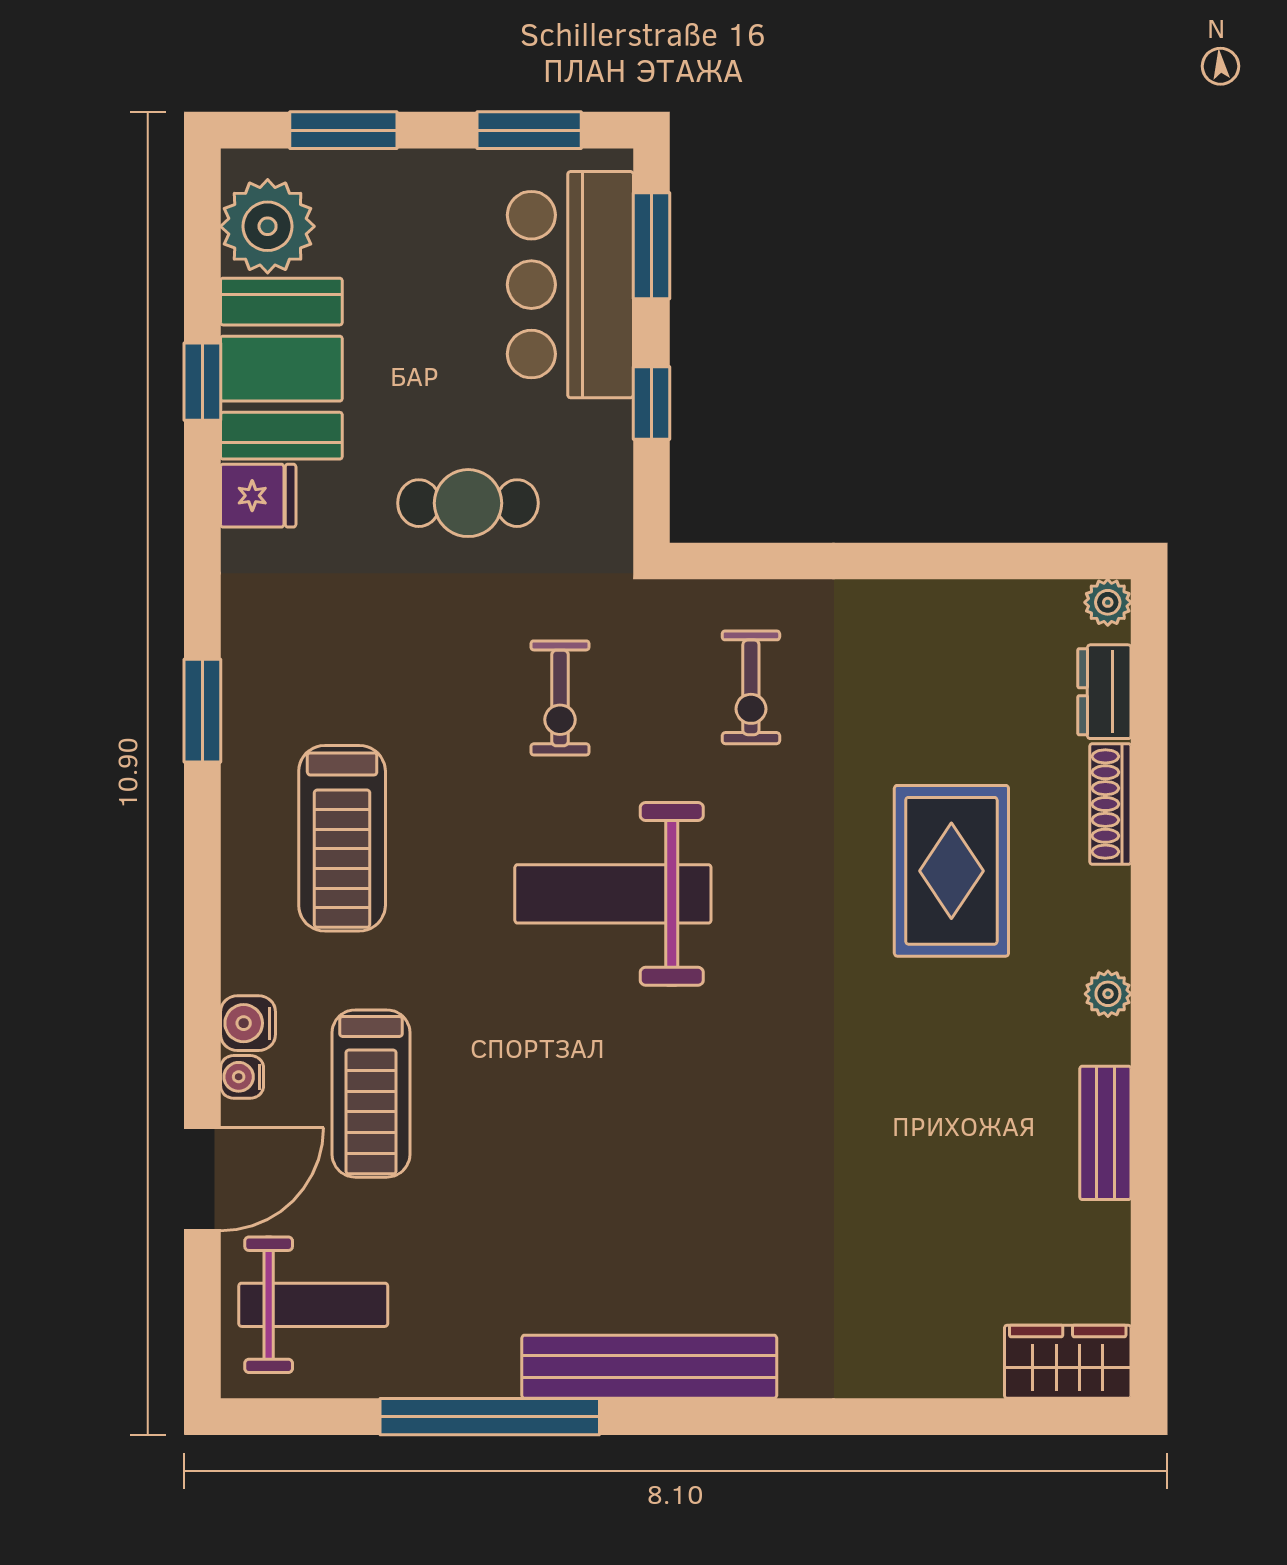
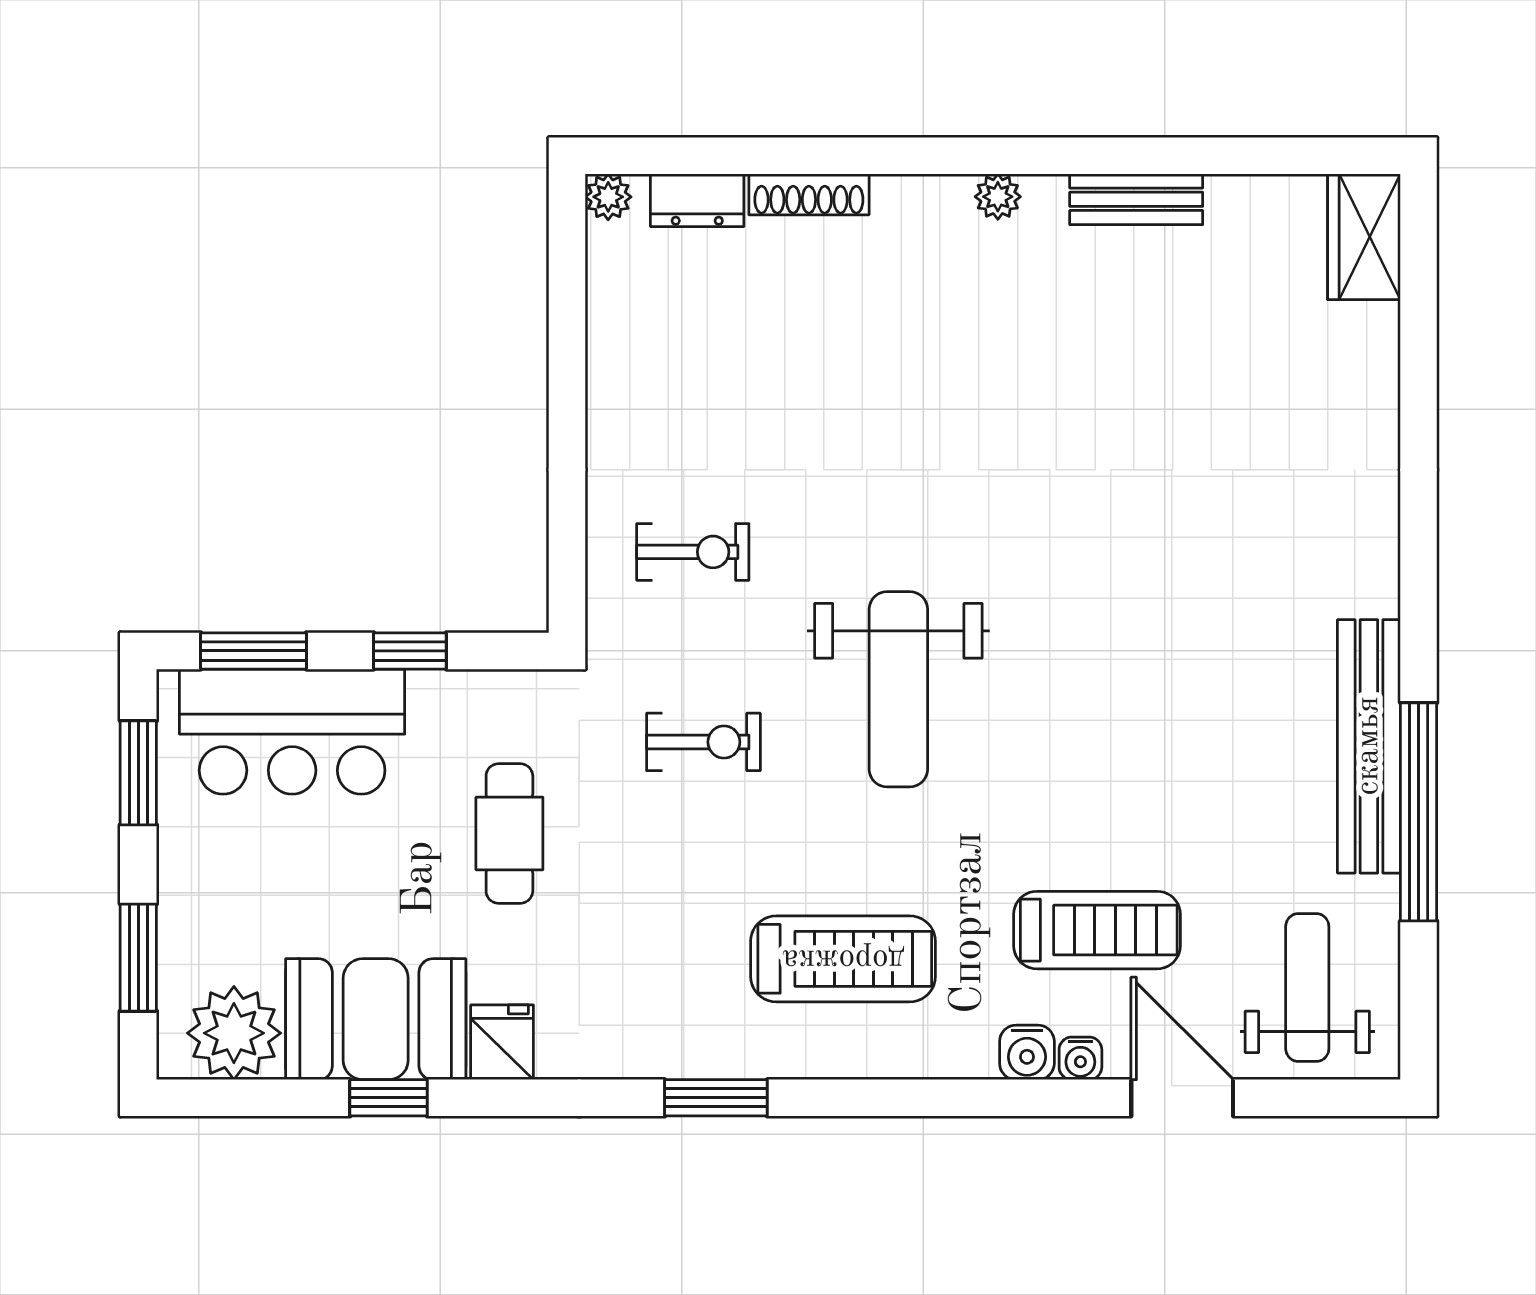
rug: (951, 871) -> (875, 352), removed
bench: (649, 1367) -> (1369, 746), moved

